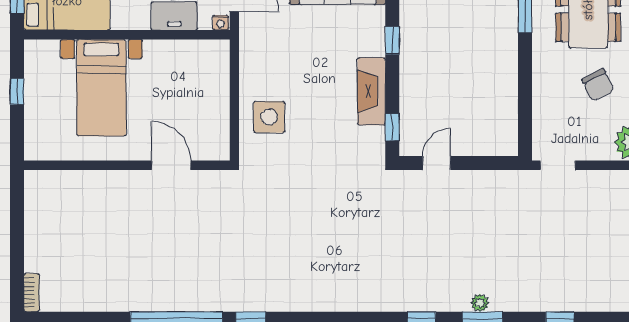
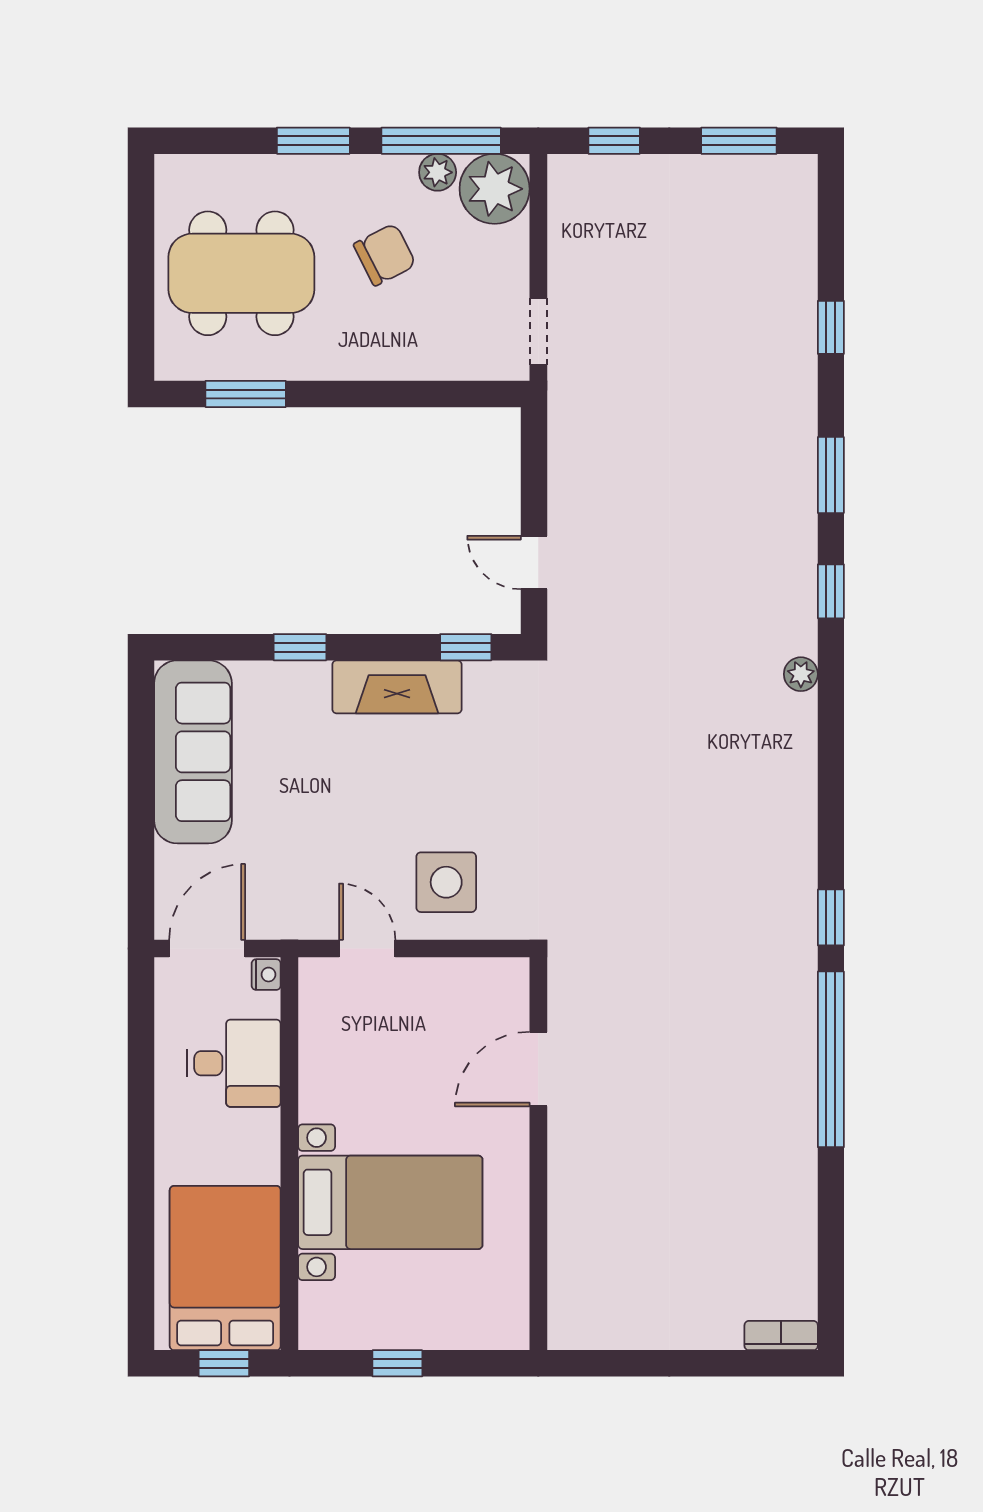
door: (234, 76) -> (367, 949), added
plant: (480, 303) -> (801, 674), moved

